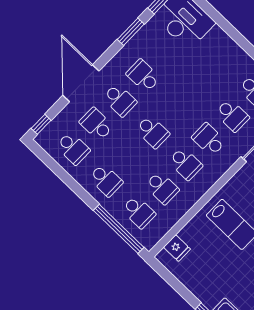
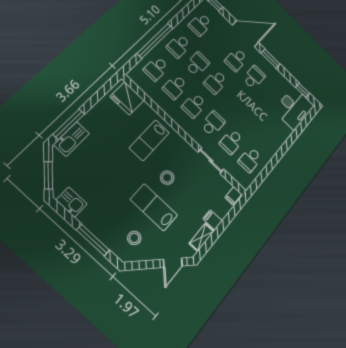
window: (131, 32) -> (271, 59), moved
school desk: (96, 124) -> (197, 64), moved
window: (119, 229) -> (155, 41), moved
fridge: (177, 248) -> (127, 98), width x1.88, depth x1.34

